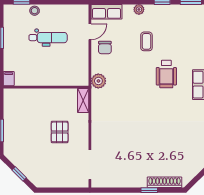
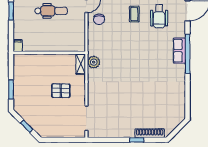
wheelchair: (166, 74) -> (159, 16), moved
plant: (98, 81) -> (94, 62), moved
pallet: (60, 132) -> (61, 91), turned 90

